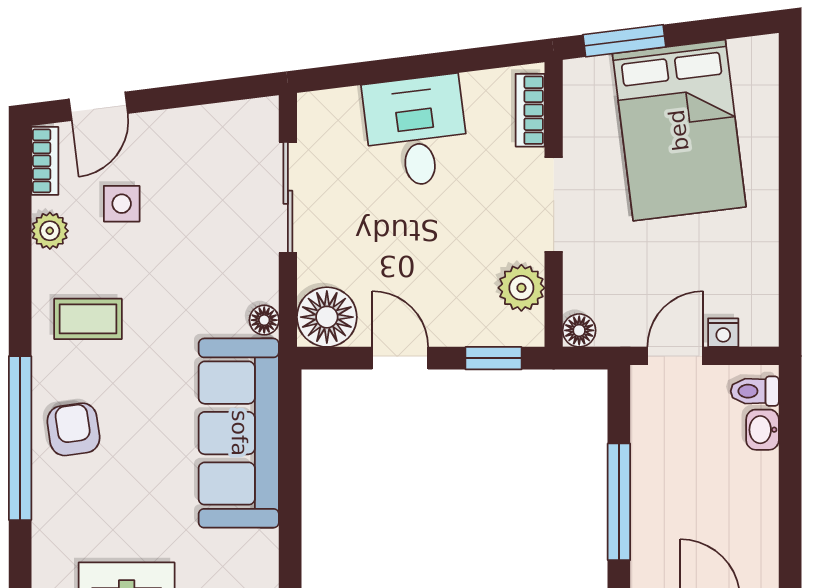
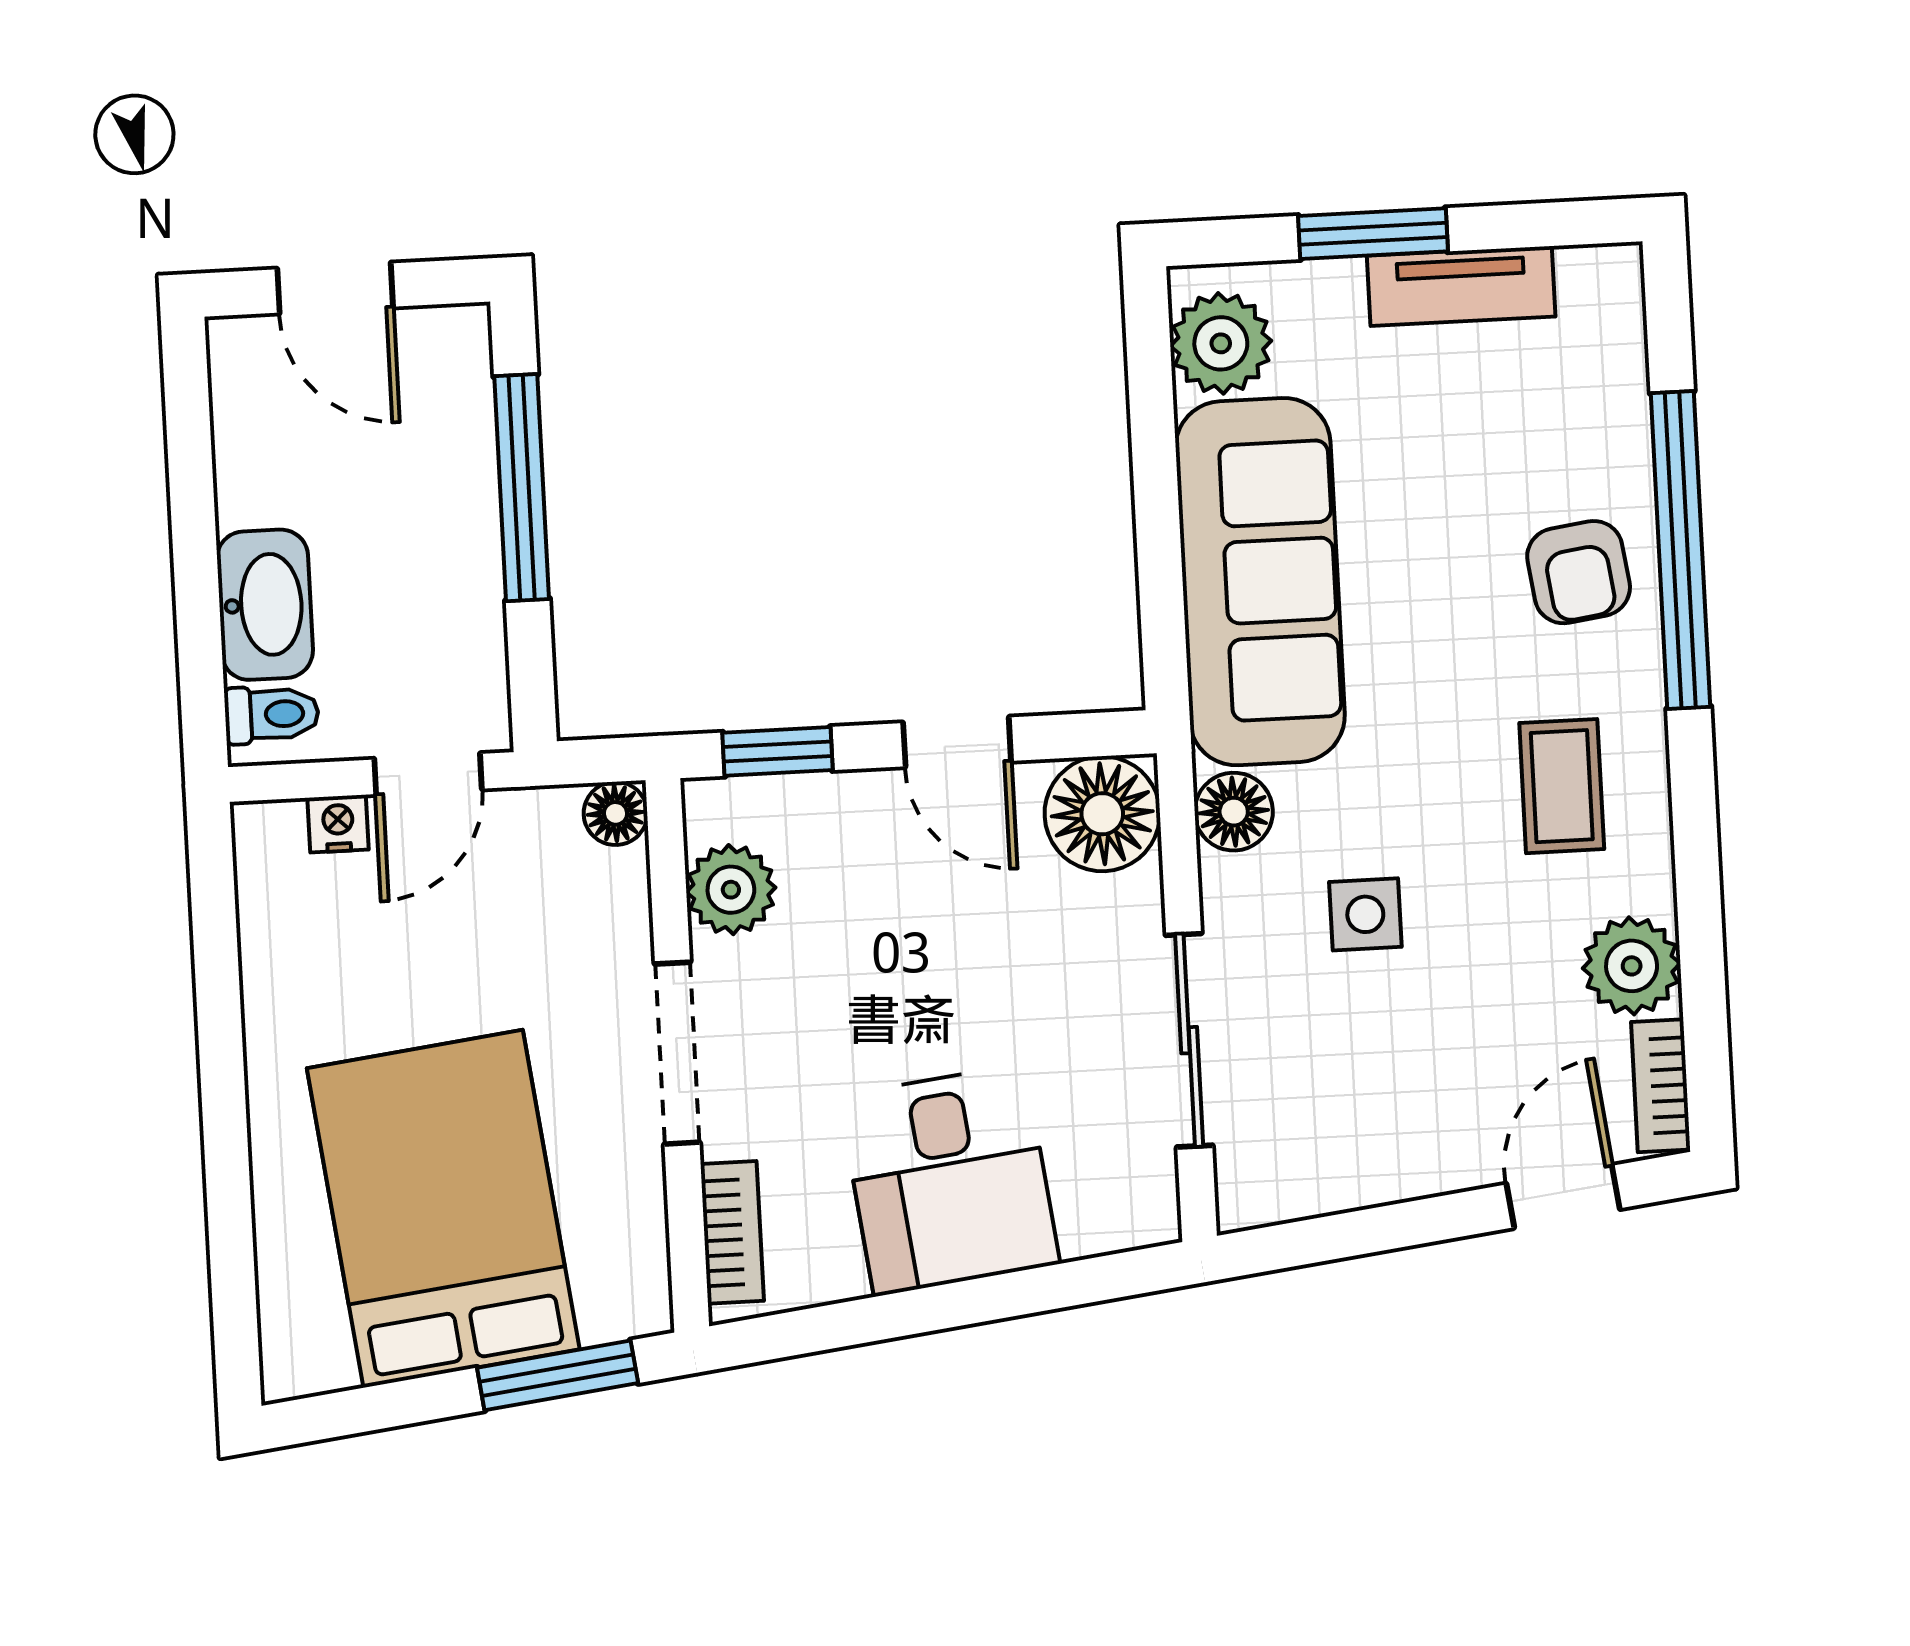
side table: (122, 204) -> (1365, 914), moved
plant: (50, 231) -> (1632, 966), width x1.38, depth x1.38
coffee table: (88, 319) -> (1562, 786), turned 90
floor lamp: (264, 320) -> (1234, 812), width x1.37, depth x1.37
washbasin: (762, 430) -> (265, 605), width x1.91, depth x1.45
plant: (253, 558) -> (1221, 343), added

